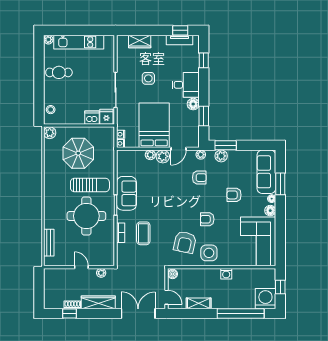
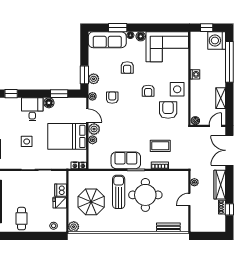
fridge: (106, 117) -> (60, 203), moved
armchair: (185, 242) -> (168, 110), turned -102

